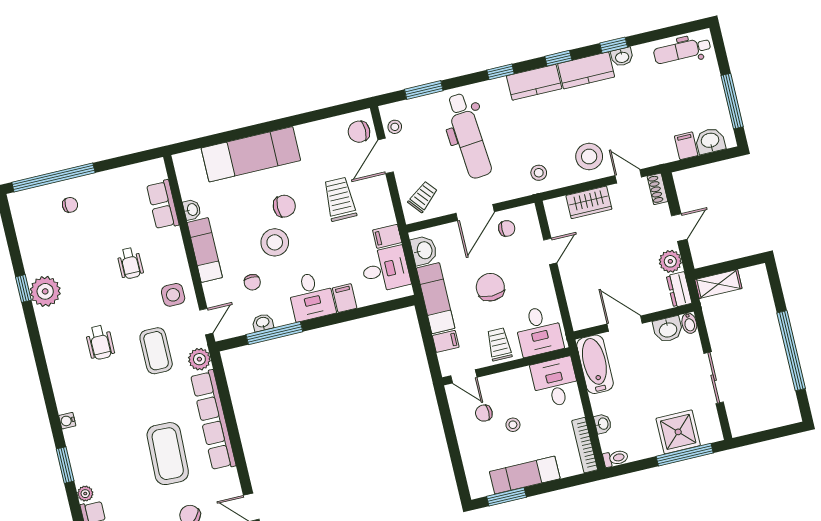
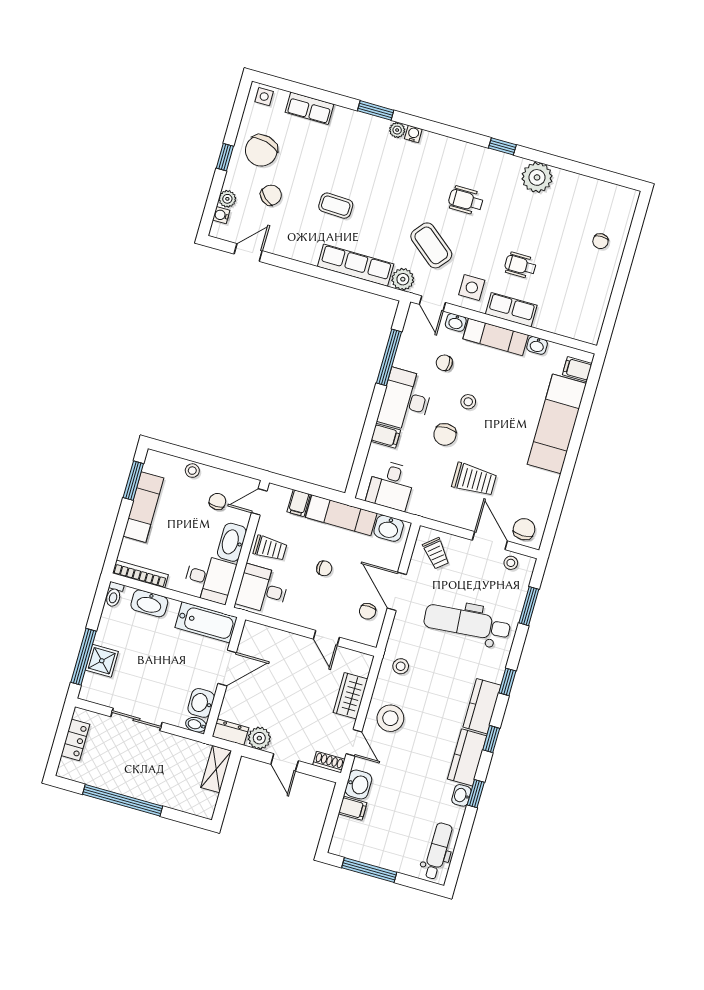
washbasin: (710, 141) -> (358, 784), moved
door: (628, 176) -> (354, 743), hinge flipped
window: (53, 178) -> (632, 240), removed
row of seats: (163, 205) -> (511, 310), moved
chair: (284, 206) -> (445, 434), moved
filing cabinet: (387, 236) -> (577, 369), moved, turned -90
stool: (275, 242) -> (468, 402), width x0.53, depth x0.53
chair: (490, 287) -> (324, 568), width x0.54, depth x0.54
window: (23, 289) -> (502, 146), moved
desk: (311, 296) -> (406, 400), width x1.37
washbasin: (263, 323) -> (456, 322), moved, turned 90
coffee table: (156, 351) -> (431, 245), turned 39
washbasin: (513, 381) -> (232, 542), added
row of seats: (213, 420) -> (356, 265), width x0.73
locker: (761, 421) -> (75, 740), added
washbasin: (603, 424) -> (149, 603), width x1.91, depth x1.45
stool: (513, 425) -> (192, 471), moved
shower: (678, 432) -> (102, 661), width x0.73, depth x0.73
coffee table: (168, 454) -> (336, 206), width x0.54, depth x0.58
plant: (85, 494) -> (397, 130), moved

